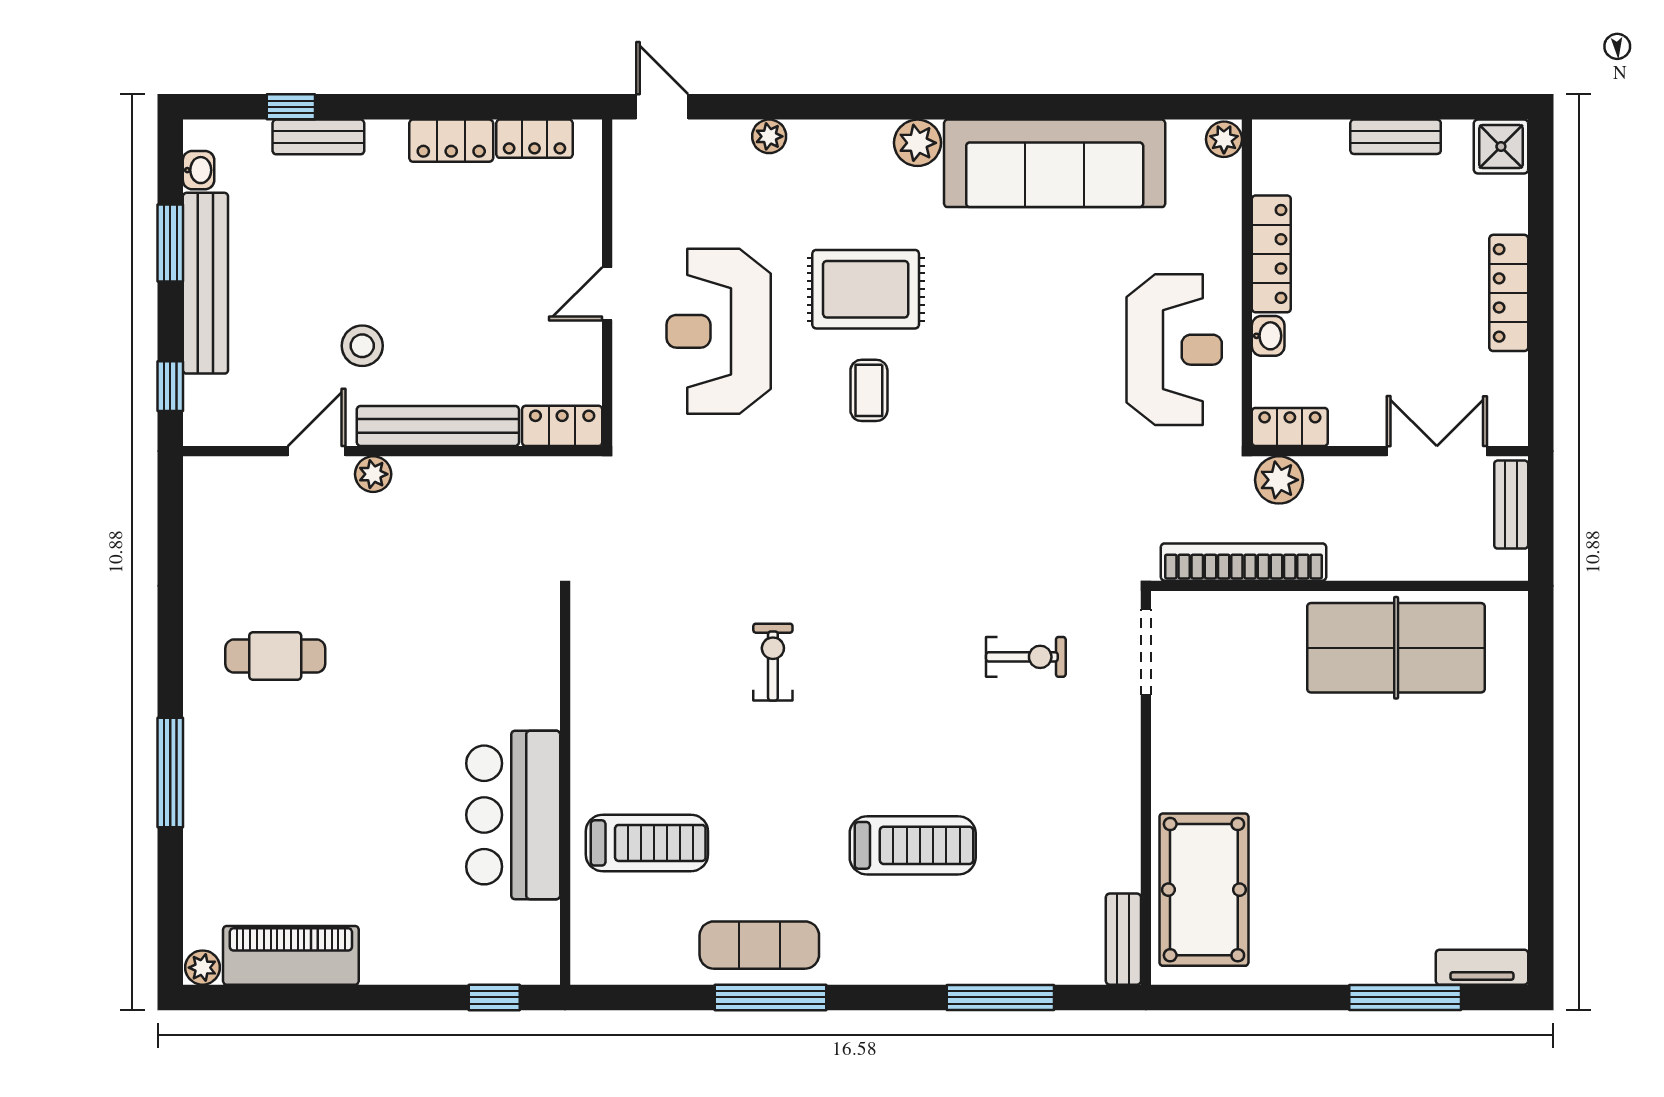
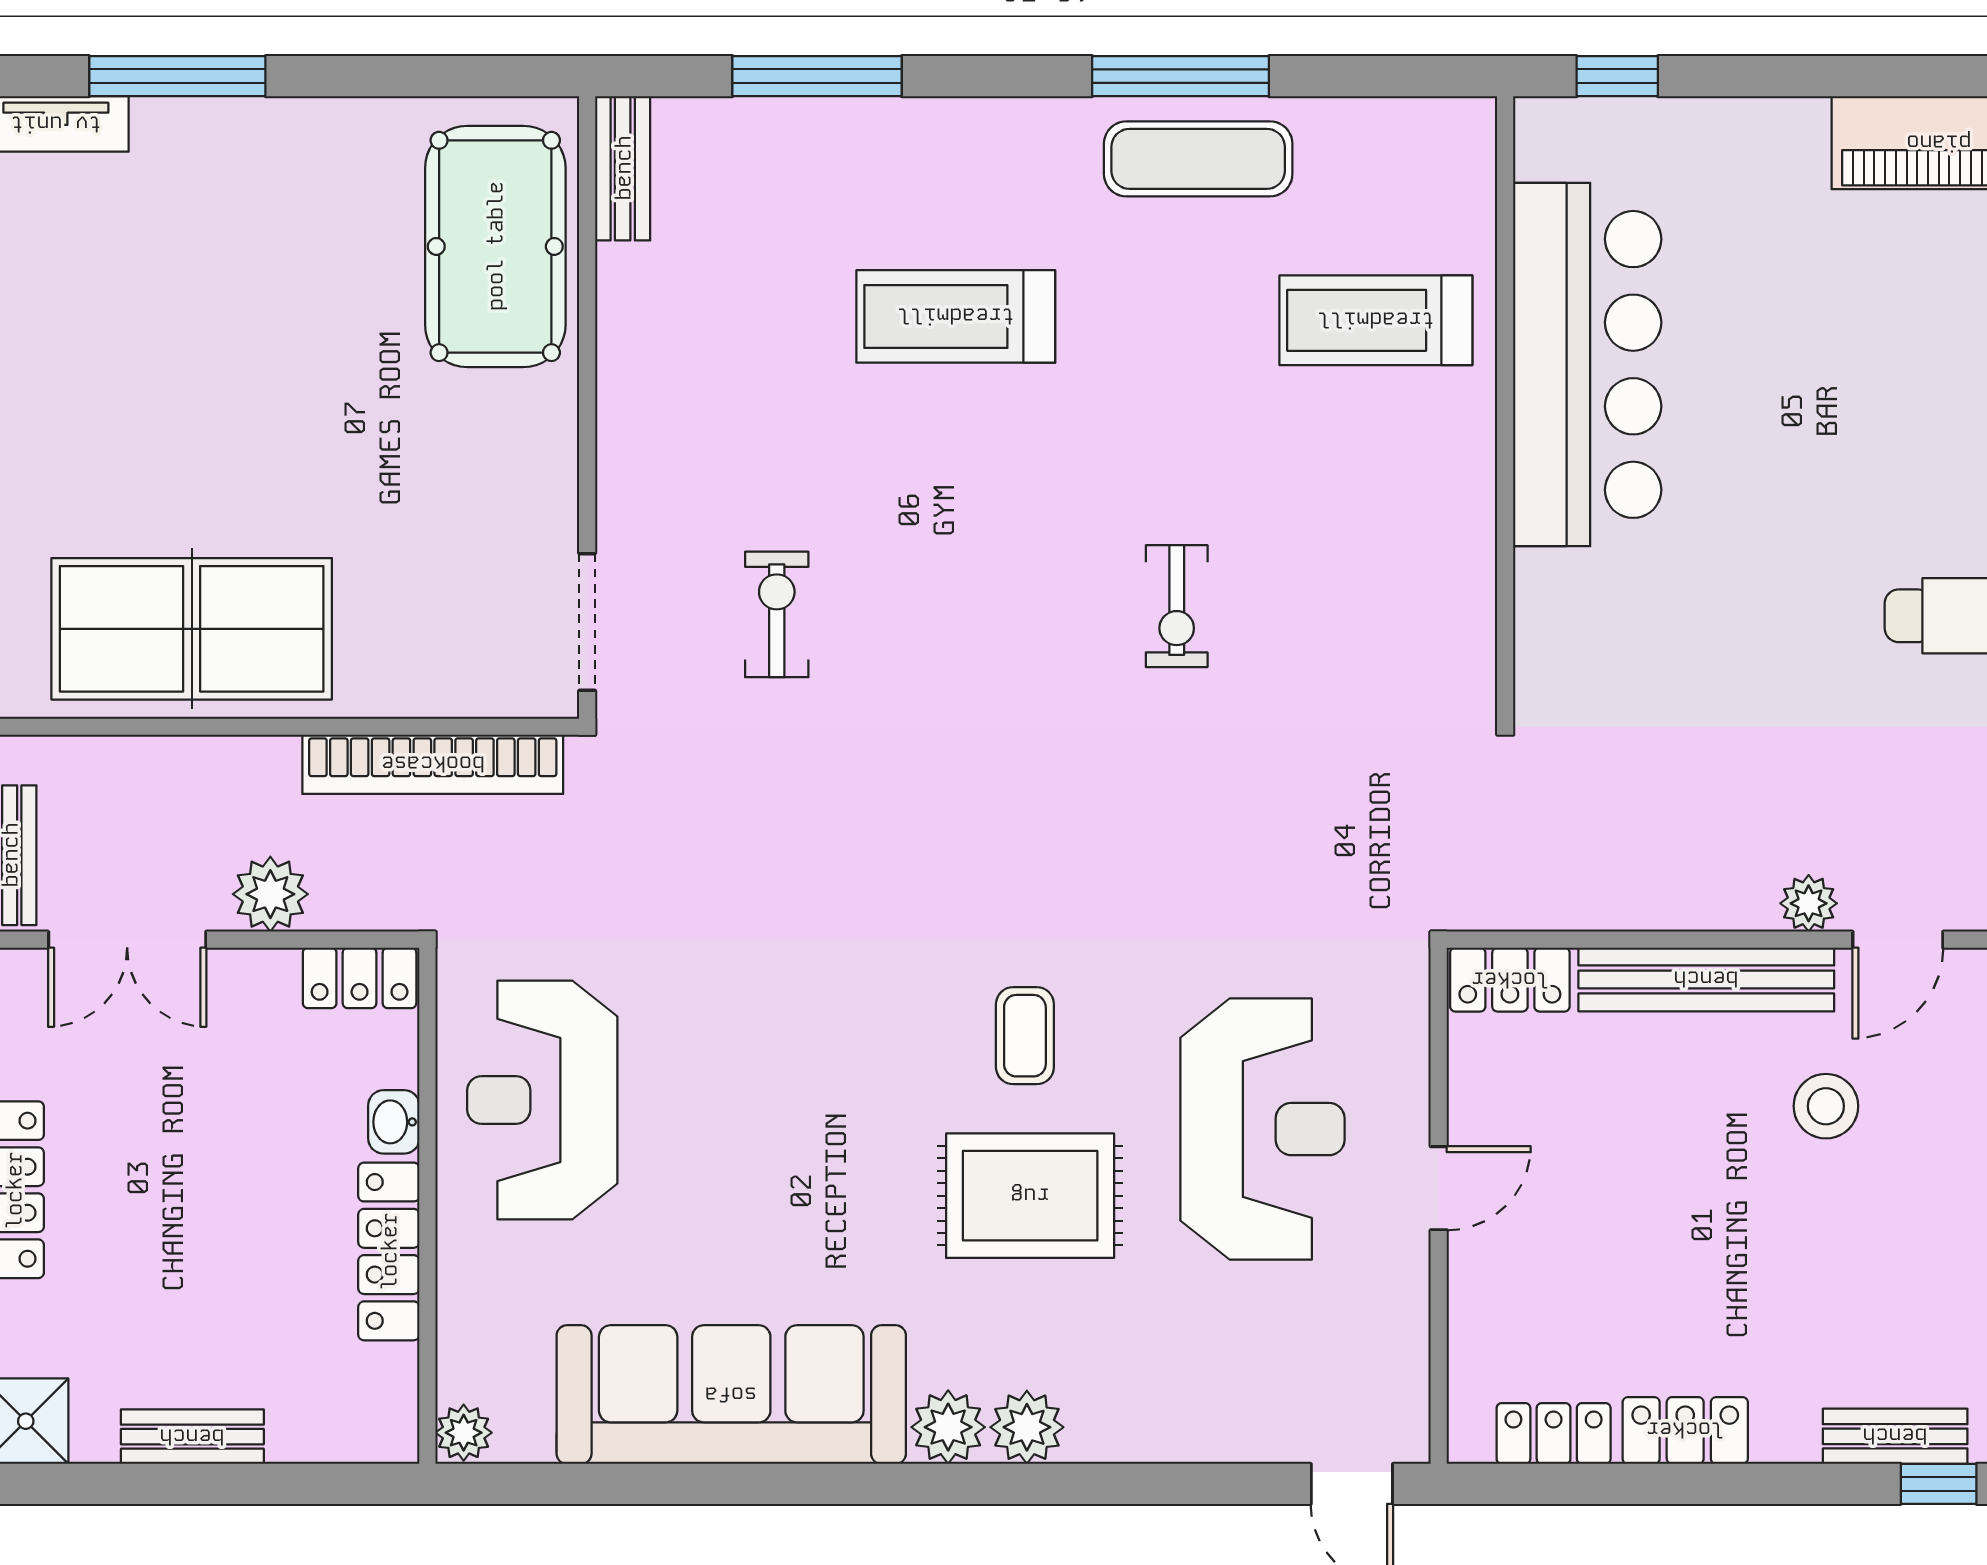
plant: (769, 136) -> (1027, 1427), moved, width x1.38, depth x1.38
plant: (1279, 480) -> (270, 894), moved
exercise bike: (1026, 657) -> (777, 614), turned 90
bar counter: (513, 815) -> (1587, 364), width x1.36

